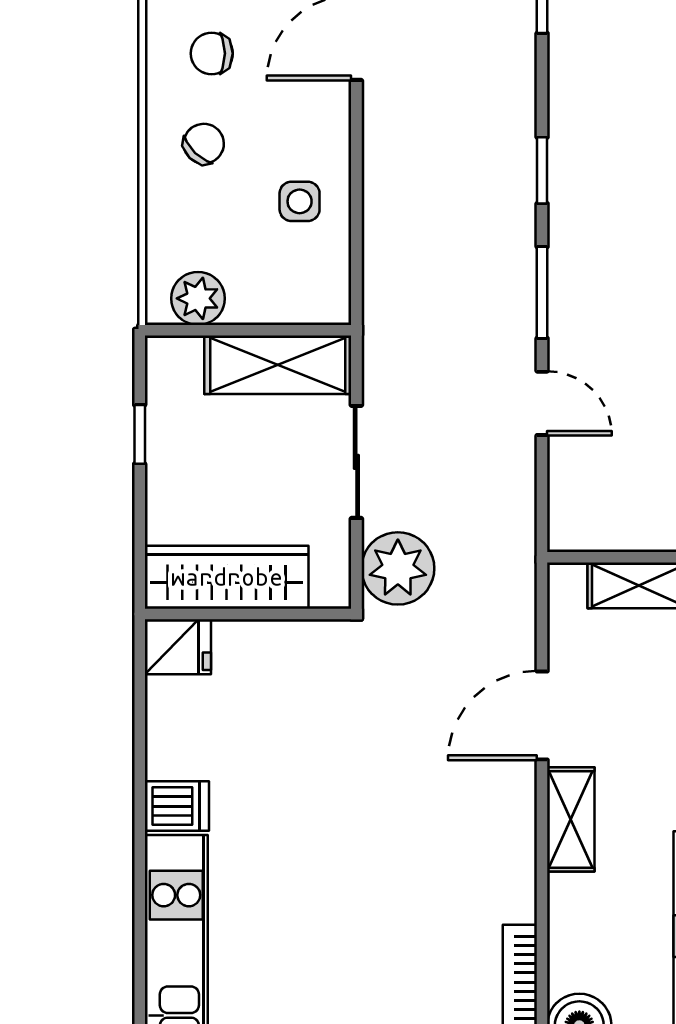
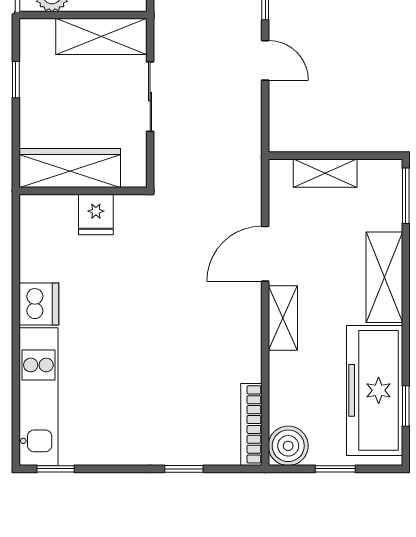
plant: (398, 568) -> (176, 163), removed
fridge: (178, 647) -> (96, 214), moved, turned 90
dishwasher: (177, 806) -> (39, 304), width x1.38

